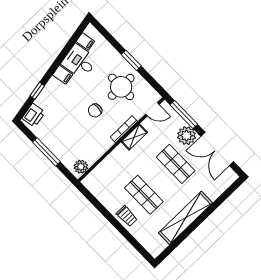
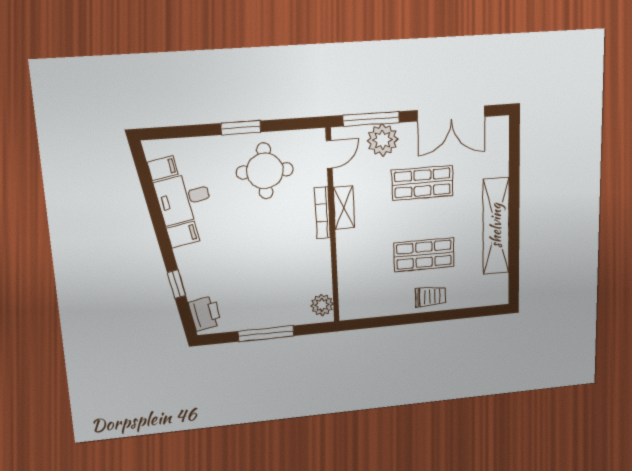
chair: (95, 111) -> (267, 230), removed
plant: (187, 136) -> (382, 140), moved

